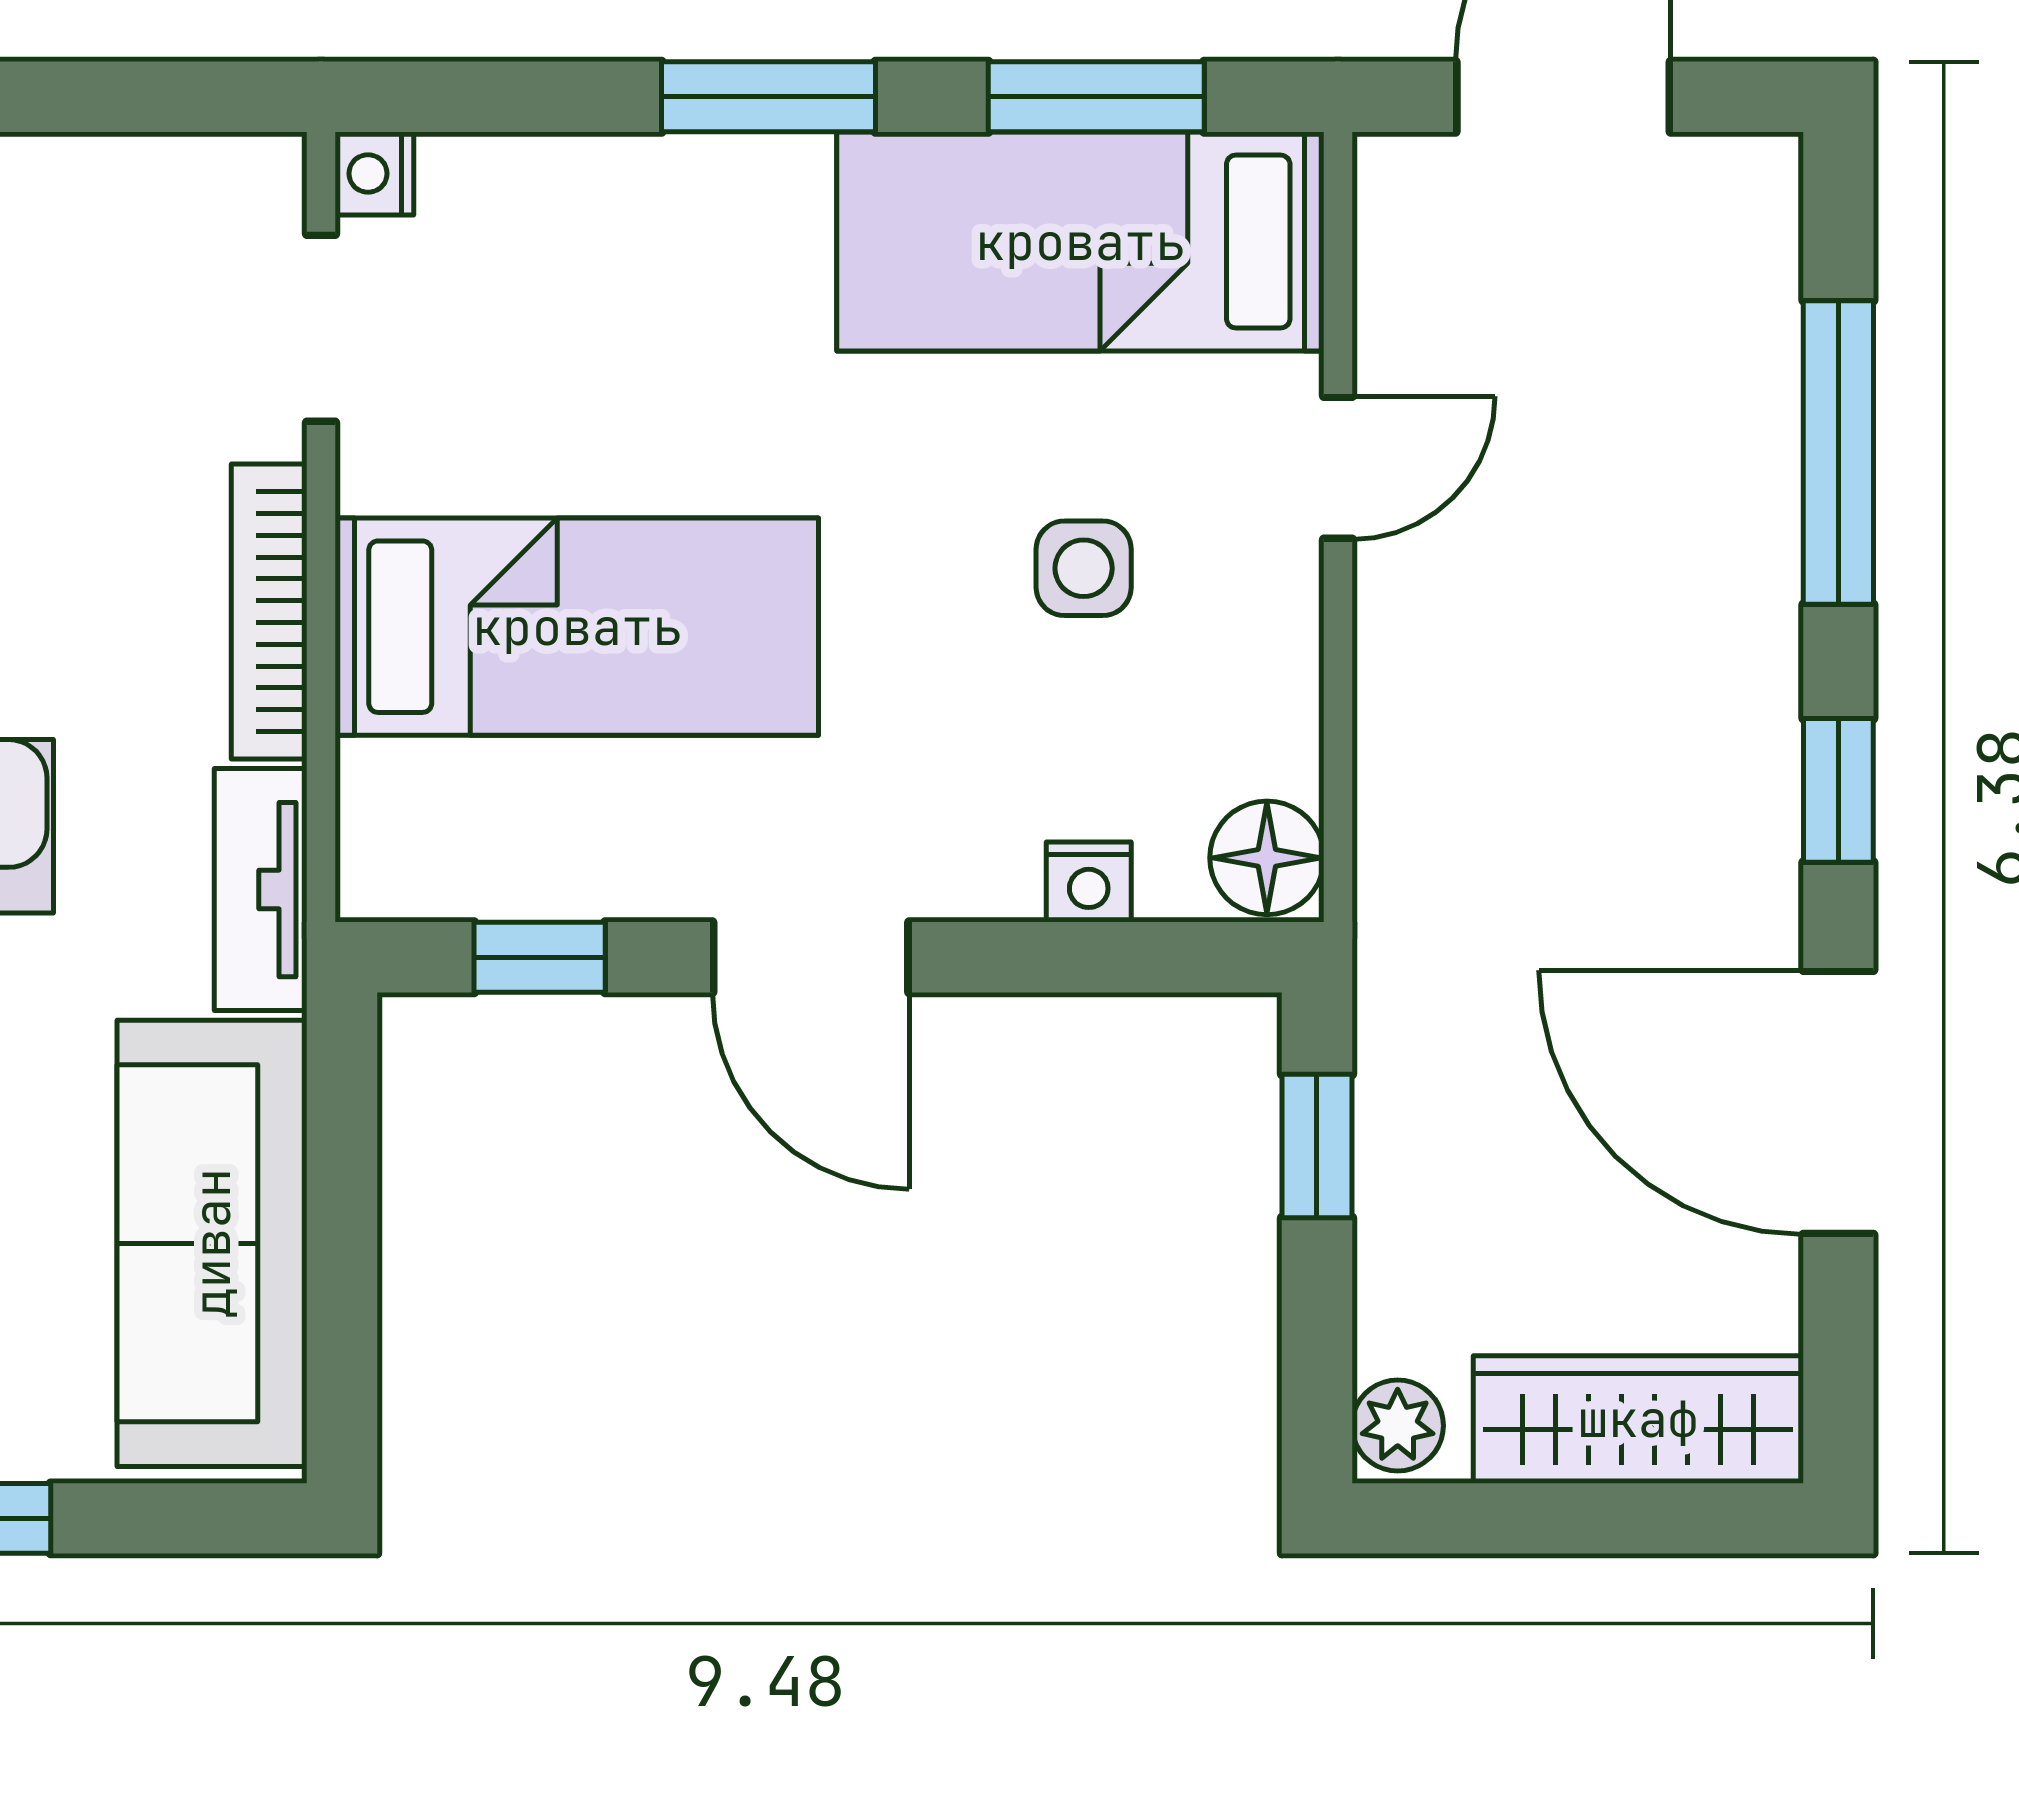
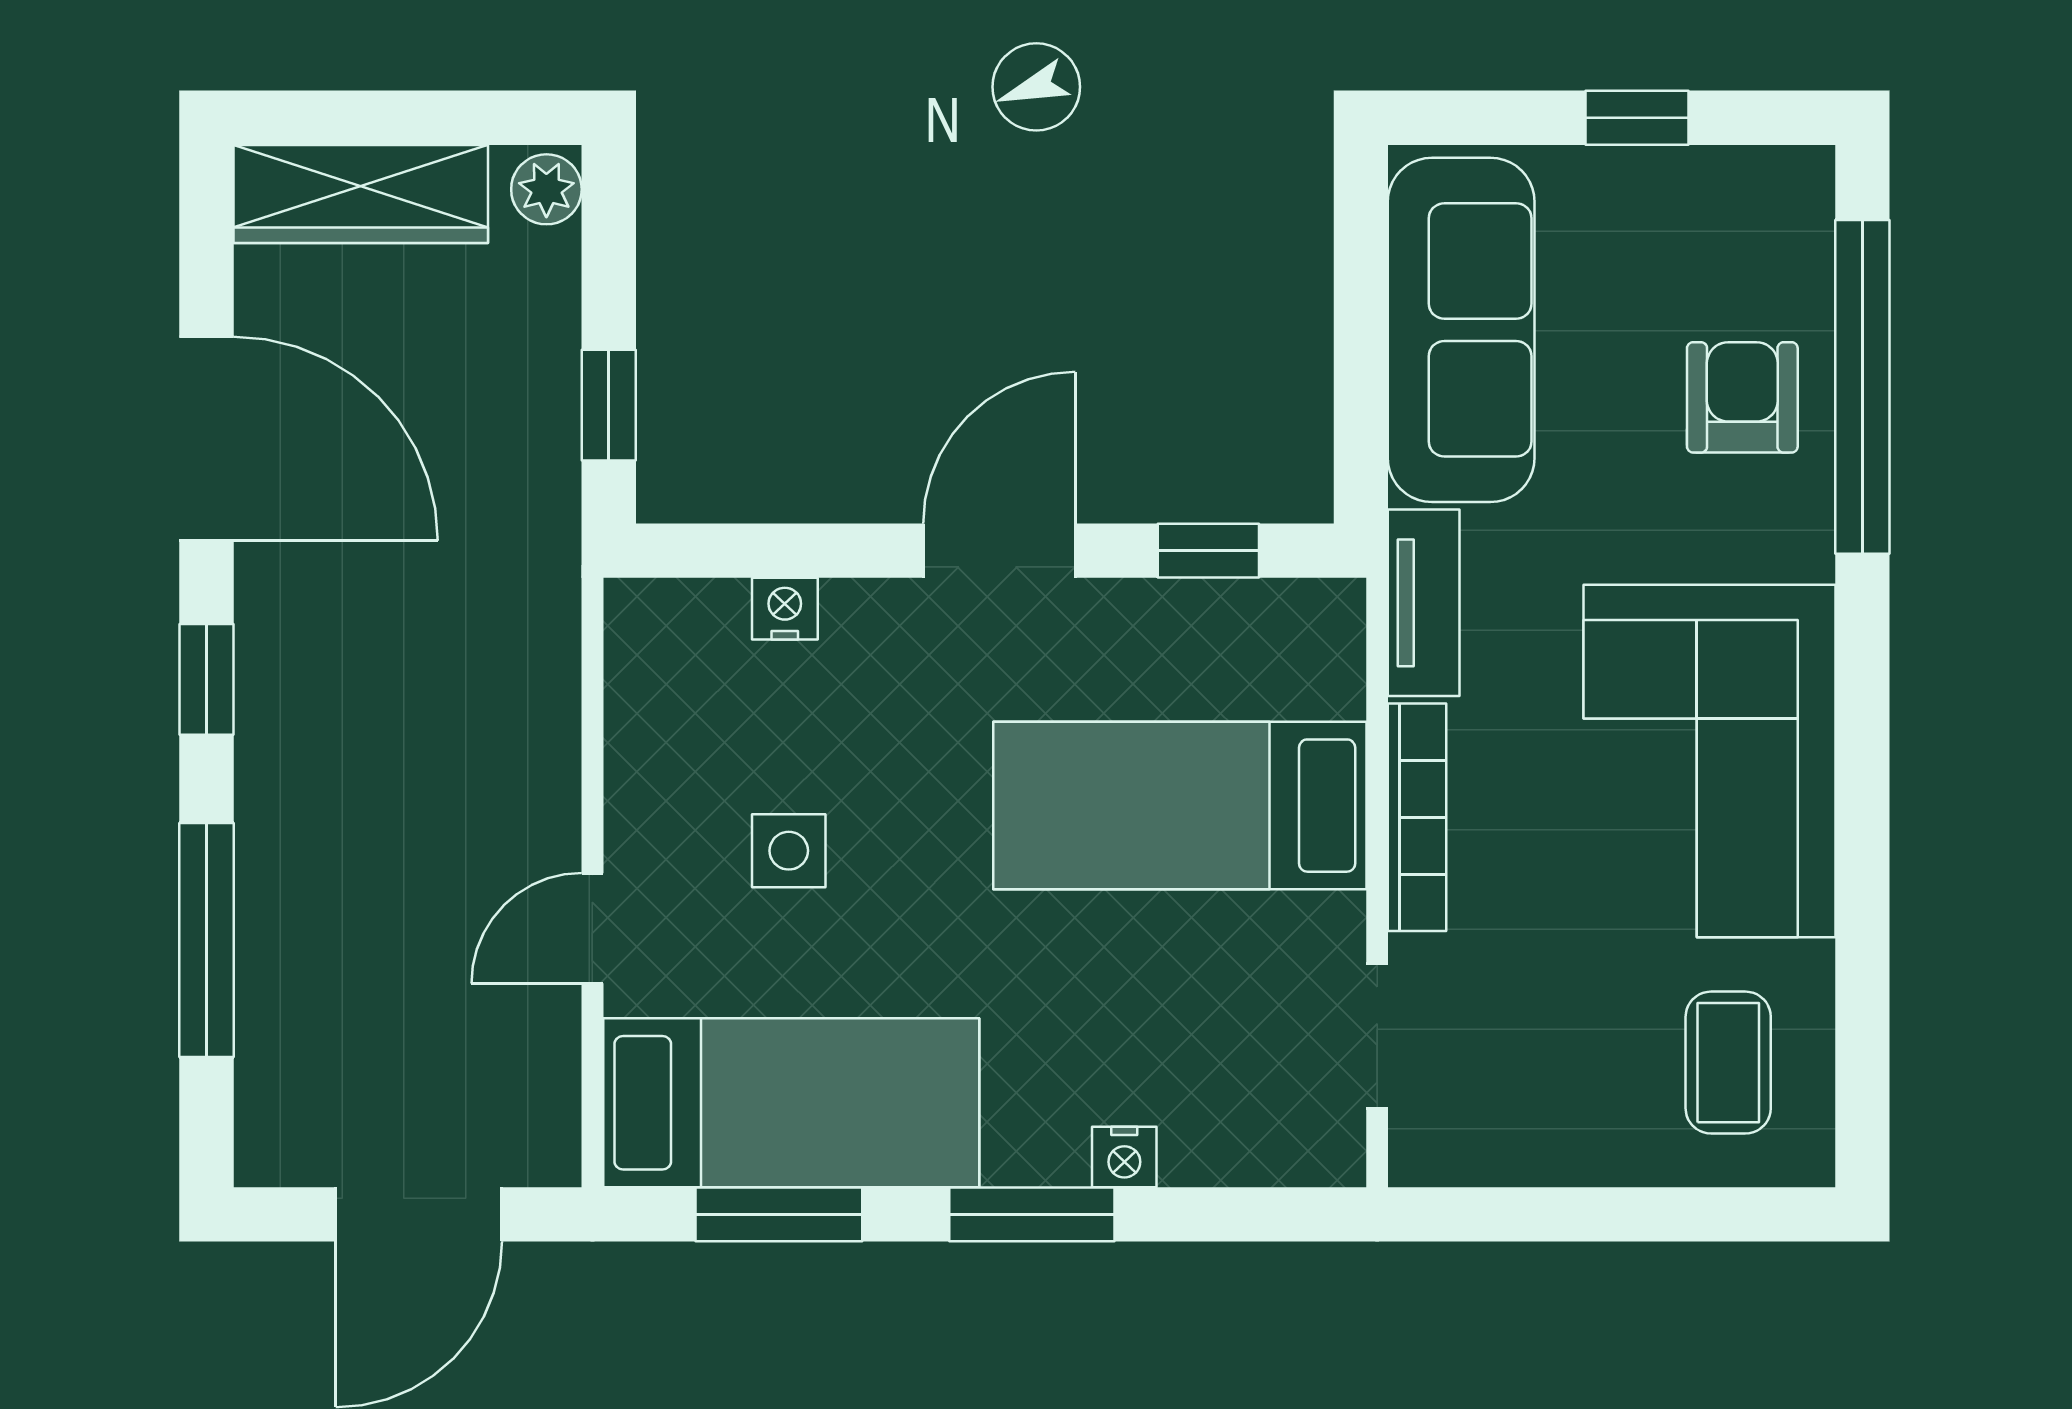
nightstand: (374, 174) -> (1124, 1157), moved, turned 90
floor lamp: (1267, 858) -> (647, 627), removed
door: (811, 957) -> (999, 551), hinge flipped

